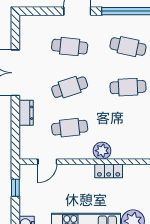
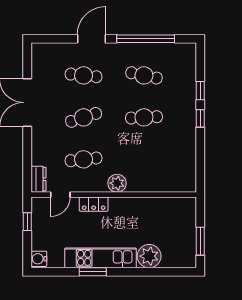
dresser: (26, 113) -> (38, 179), moved
locker: (109, 171) -> (94, 204), moved

